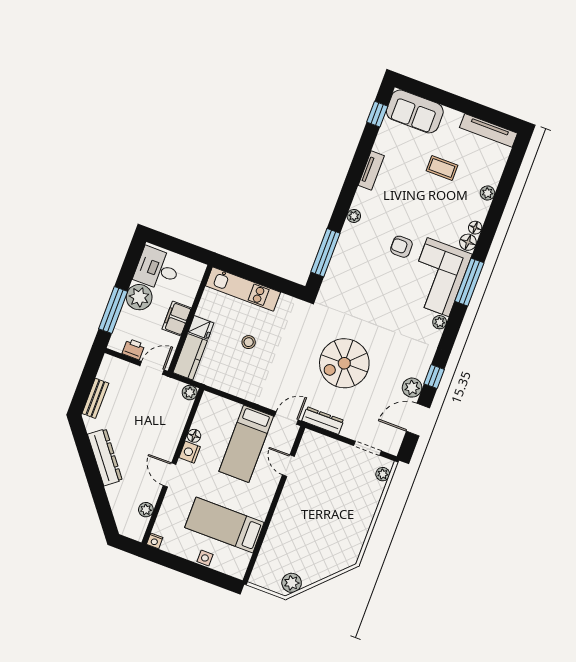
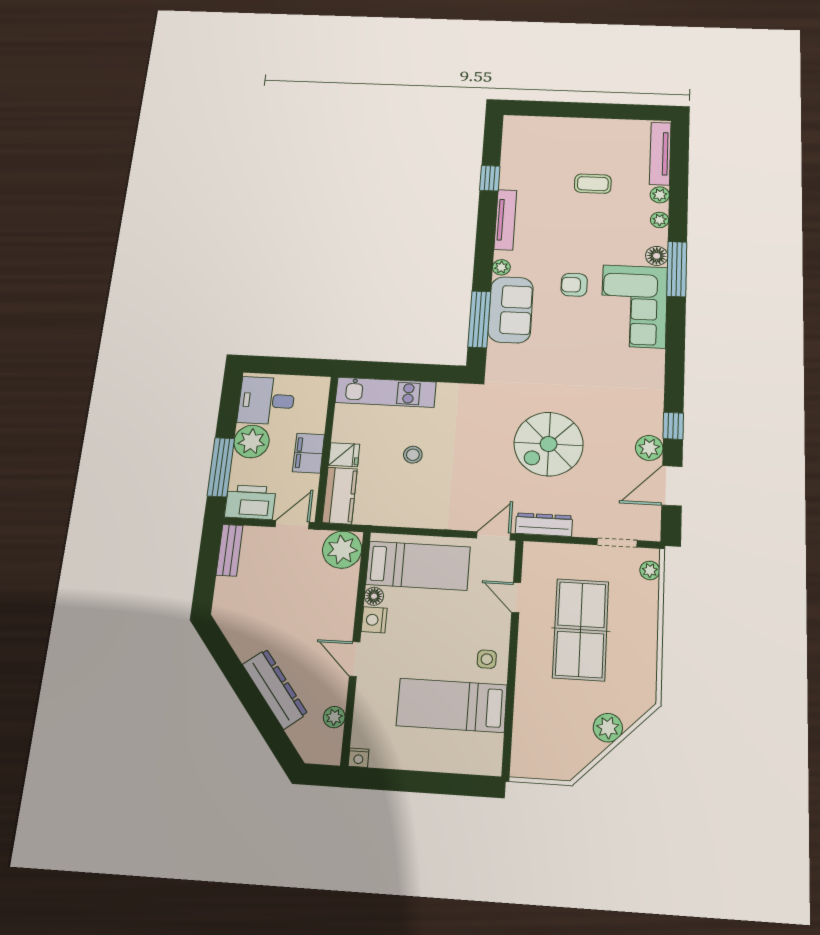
sofa: (415, 111) -> (511, 310), moved, turned -90
window: (377, 114) -> (490, 178), moved
tv unit: (489, 130) -> (660, 154), moved, turned 90
tv unit: (371, 171) -> (505, 220), width x1.41
floor lamp: (475, 228) -> (659, 237), removed
window: (469, 282) -> (677, 269), moved
plant: (440, 322) -> (660, 220), moved
printer: (133, 349) -> (250, 502), width x1.87, depth x1.48
plant: (190, 393) -> (342, 550), width x1.88, depth x1.88
bench: (95, 398) -> (230, 550), moved
bed: (246, 444) -> (418, 566), moved, turned -90
dresser: (105, 457) -> (275, 689), moved
table tennis table: (324, 500) -> (581, 629), added
side table: (205, 558) -> (487, 659), moved
plant: (292, 583) -> (608, 728), moved

